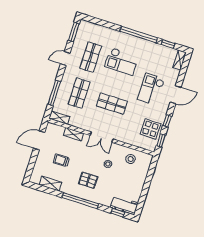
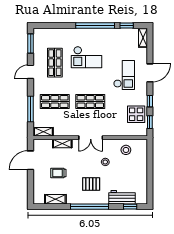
checkout: (151, 89) -> (124, 75), turned 180
shop shelf: (79, 93) -> (55, 102), turned 90
workbench: (124, 205) -> (122, 197), moved

